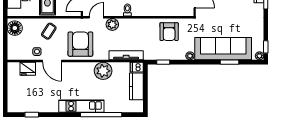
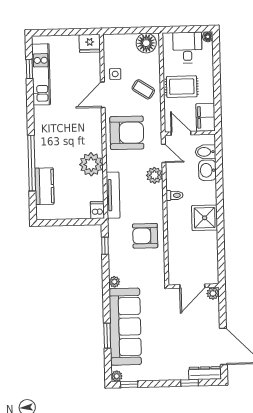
armchair: (169, 32) -> (145, 236), moved
fridge: (28, 69) -> (90, 43), moved, turned -90
kitchen counter: (136, 86) -> (44, 186), moved, turned 90
kitchen unit: (81, 106) -> (41, 74), moved

